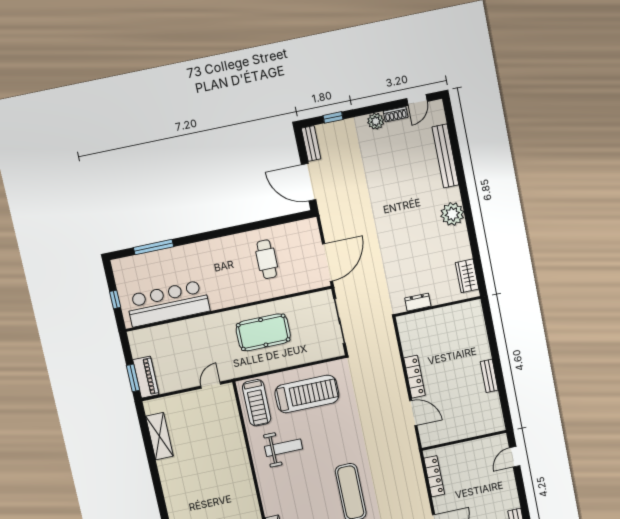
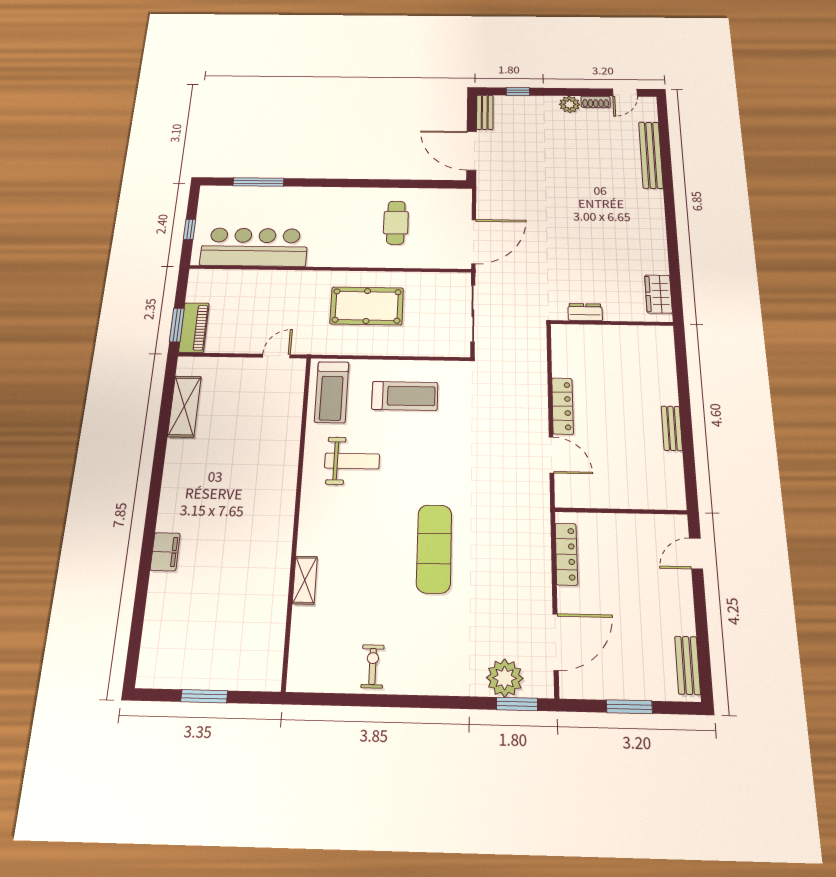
plant: (452, 214) -> (650, 219), removed
treadmill: (307, 394) -> (405, 396), width x0.73, depth x0.73

